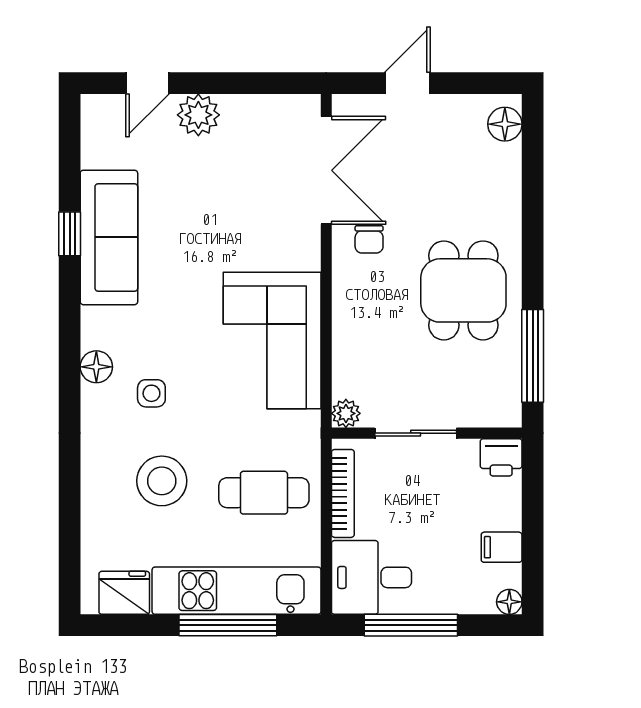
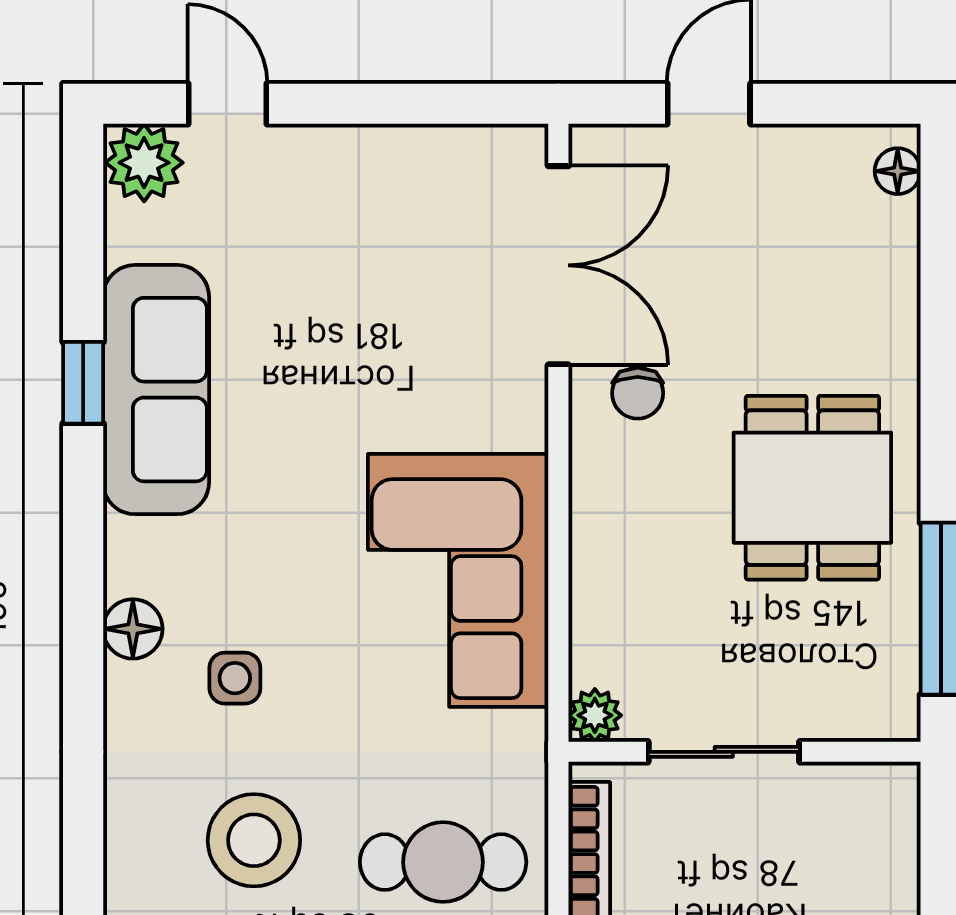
door: (147, 83) -> (227, 104), swing flipped
plant: (198, 115) -> (144, 163), moved
floor lamp: (505, 124) -> (898, 171), width x0.73, depth x0.73
printer: (501, 457) -> (882, 797), removed

